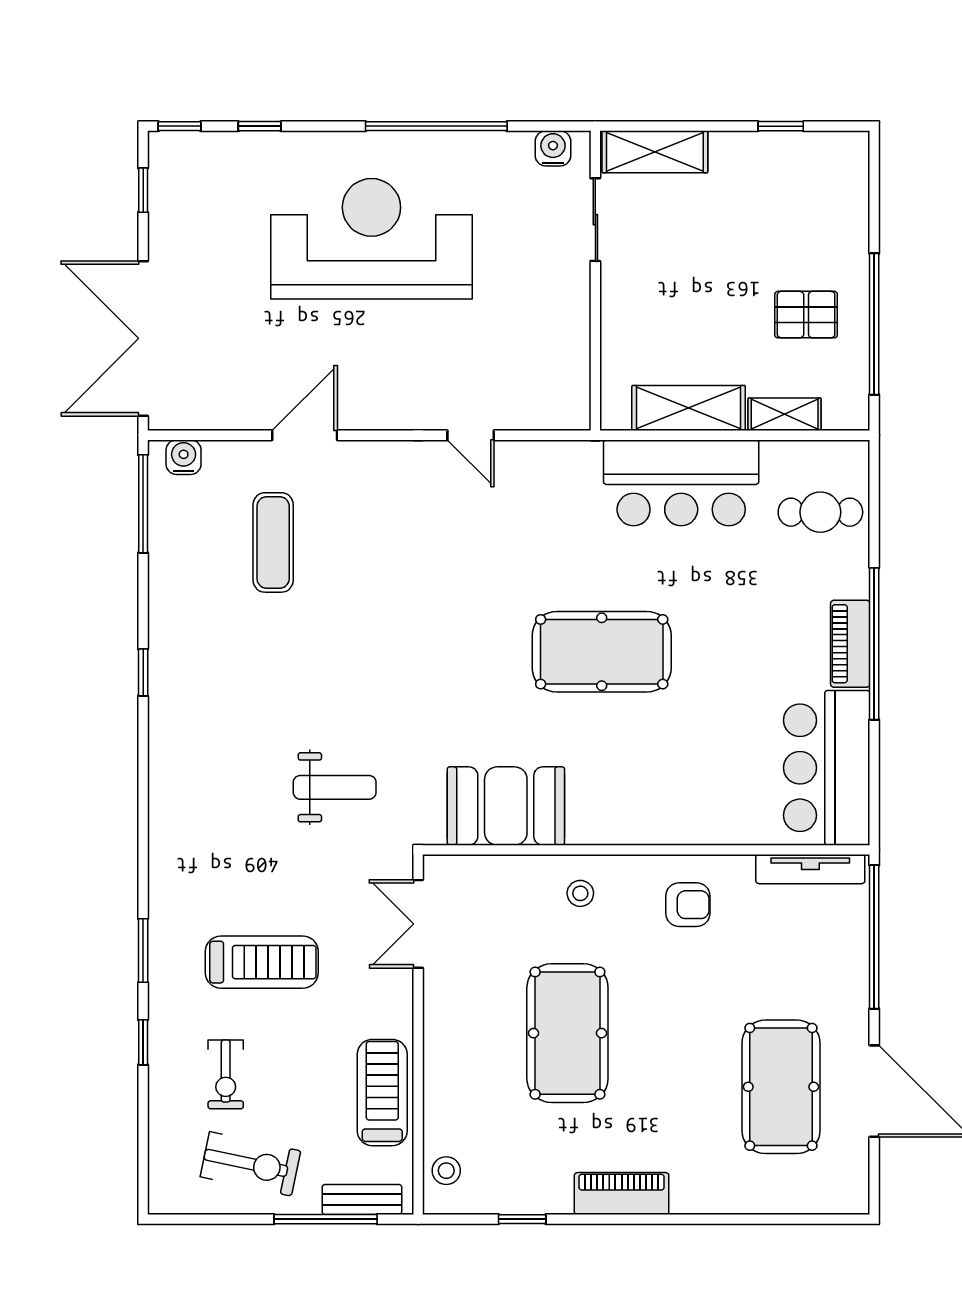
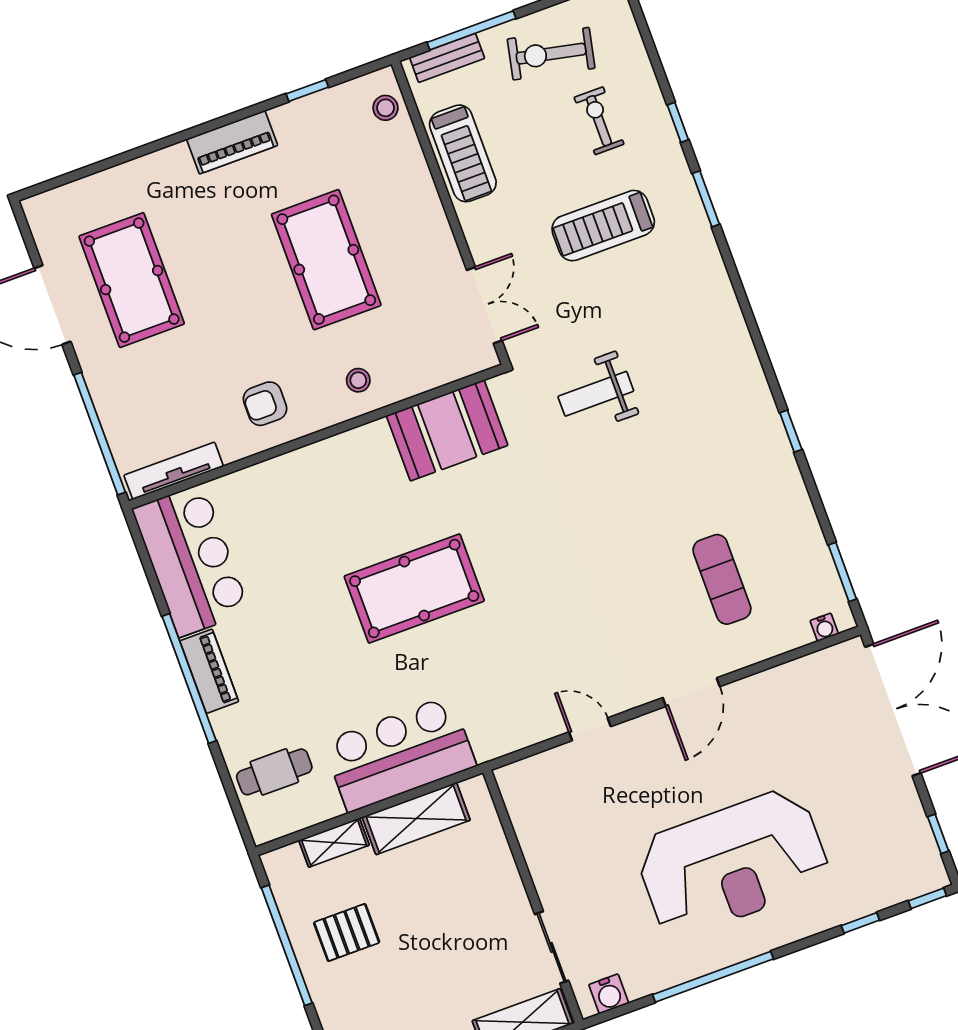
door: (305, 435) -> (691, 692), moved
water cooler: (184, 457) -> (824, 627), width x0.72, depth x0.72
window: (143, 504) -> (842, 572), width x0.69

